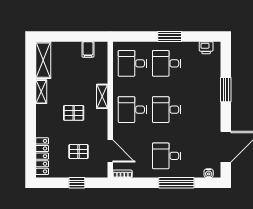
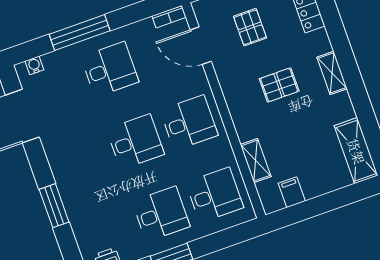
shelving: (41, 92) -> (332, 73), moved
shelving: (102, 96) -> (256, 161), moved
pallet: (79, 151) -> (250, 27), turned 90

